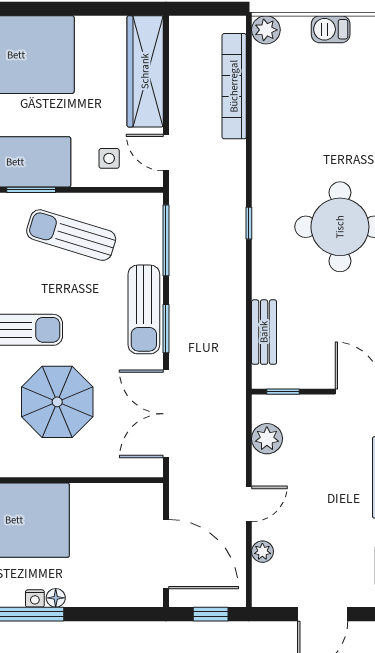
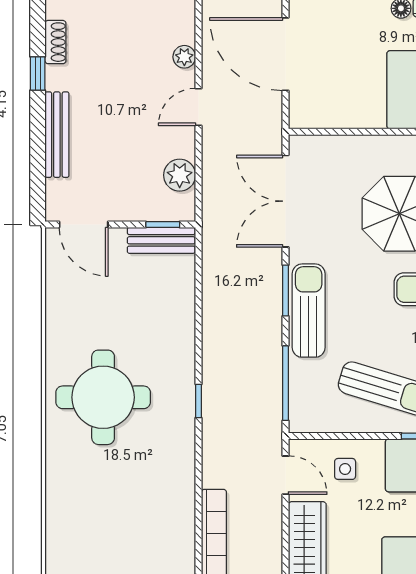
bench: (264, 332) -> (161, 240), moved, turned 90
double door: (166, 414) -> (285, 201), swing flipped

